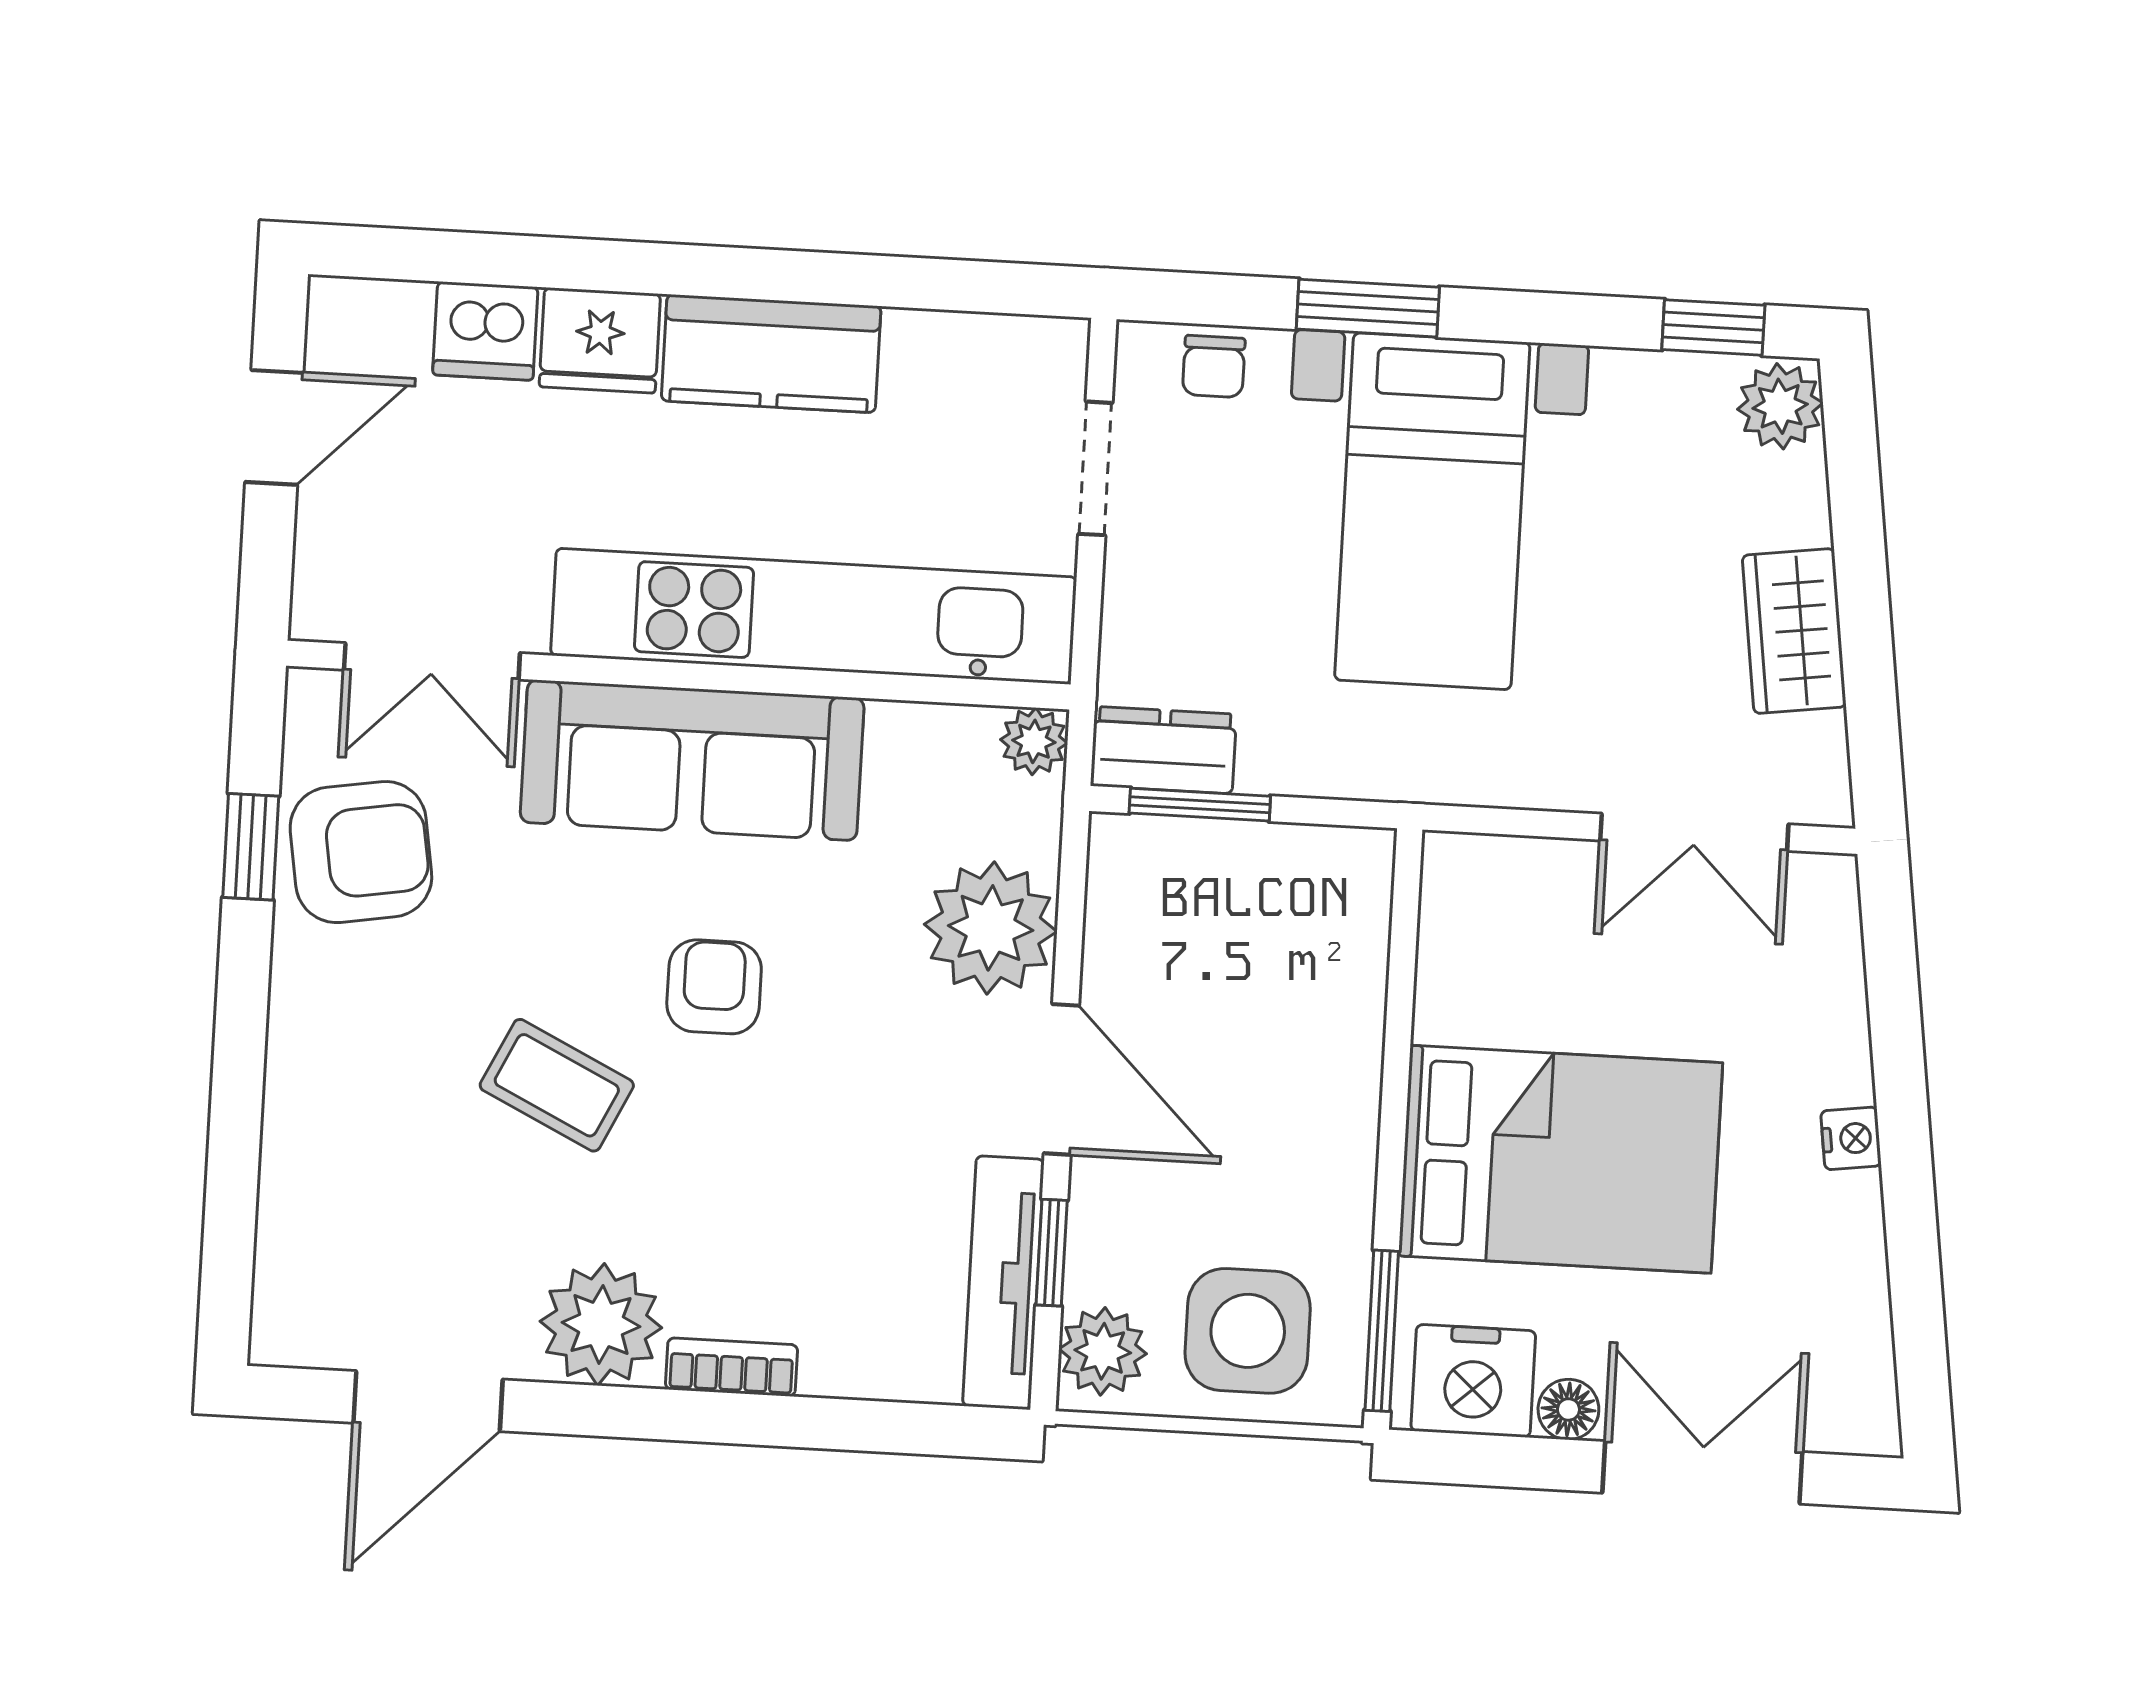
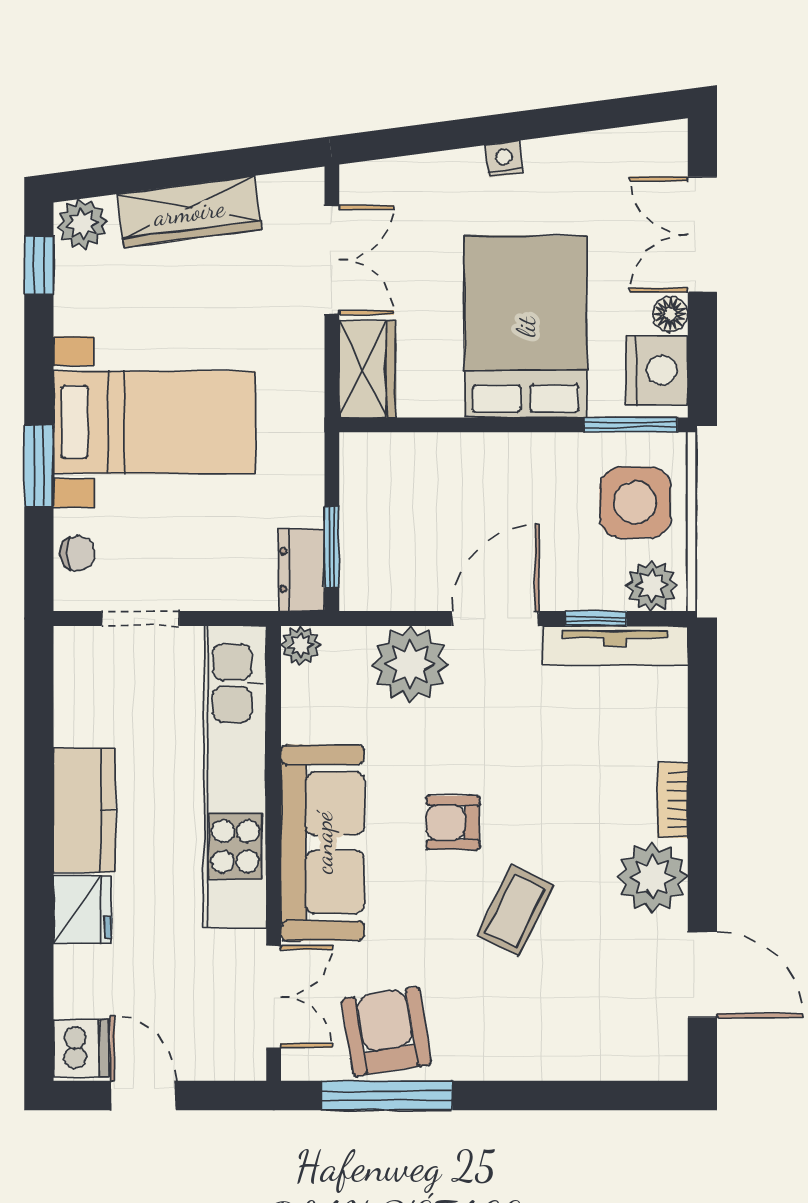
dishwasher: (485, 331) -> (81, 1048), moved
wardrobe: (1794, 631) -> (189, 212), width x1.50
window: (251, 847) -> (387, 1095), width x2.17
wardrobe: (1503, 883) -> (367, 369), added

